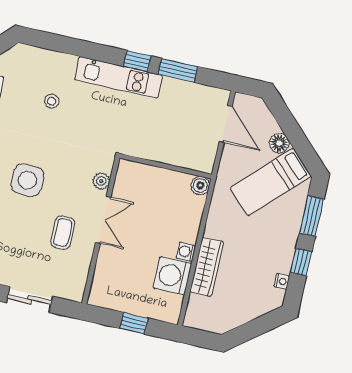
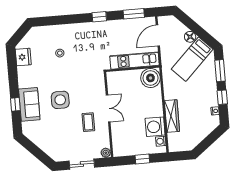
window: (178, 70) -> (134, 14), moved
kitchen unit: (118, 77) -> (134, 61), moved, turned 180
door: (226, 124) -> (158, 36), swing flipped
plant: (101, 181) -> (106, 153), moved
boiler: (200, 185) -> (151, 78), width x1.86, depth x1.86
washing machine: (186, 252) -> (161, 141), moved

